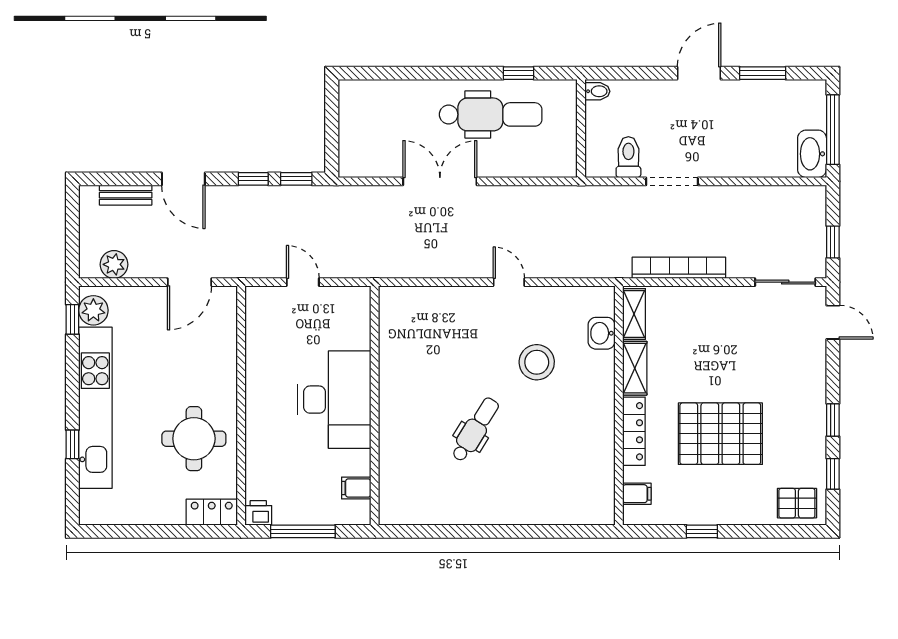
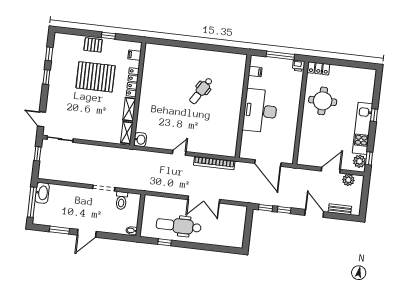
bookcase: (679, 268) -> (214, 163), moved
door: (190, 282) -> (331, 170), moved
door: (303, 282) -> (268, 163), width x1.87
door: (509, 282) -> (179, 153), swing flipped
washbasin: (602, 333) -> (140, 140), moved
stool: (537, 362) -> (171, 117), removed
kitchen unit: (95, 408) -> (362, 128), width x0.73
window: (72, 444) -> (374, 115), moved
pallet: (797, 503) -> (93, 45), moved

